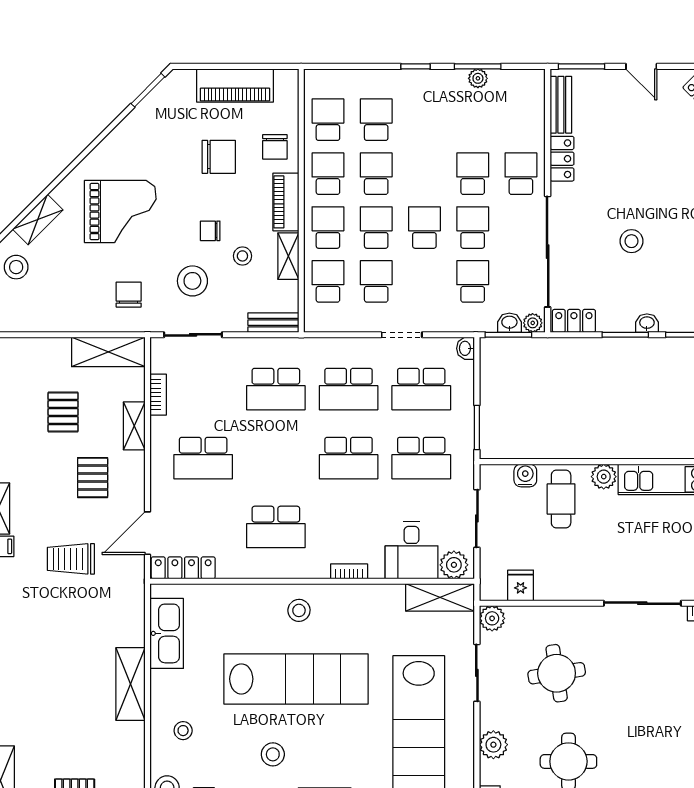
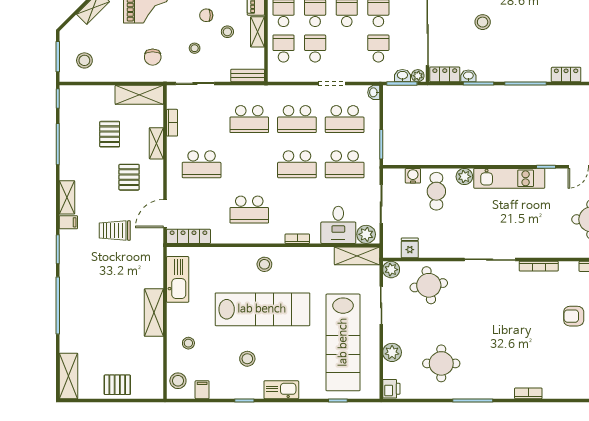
stool: (16, 267) -> (84, 60), moved
stool: (192, 281) -> (195, 48), width x0.53, depth x0.53
chair: (129, 295) -> (153, 57), turned 180
washbasin: (647, 323) -> (468, 76), moved
round table: (557, 673) -> (429, 285), moved

